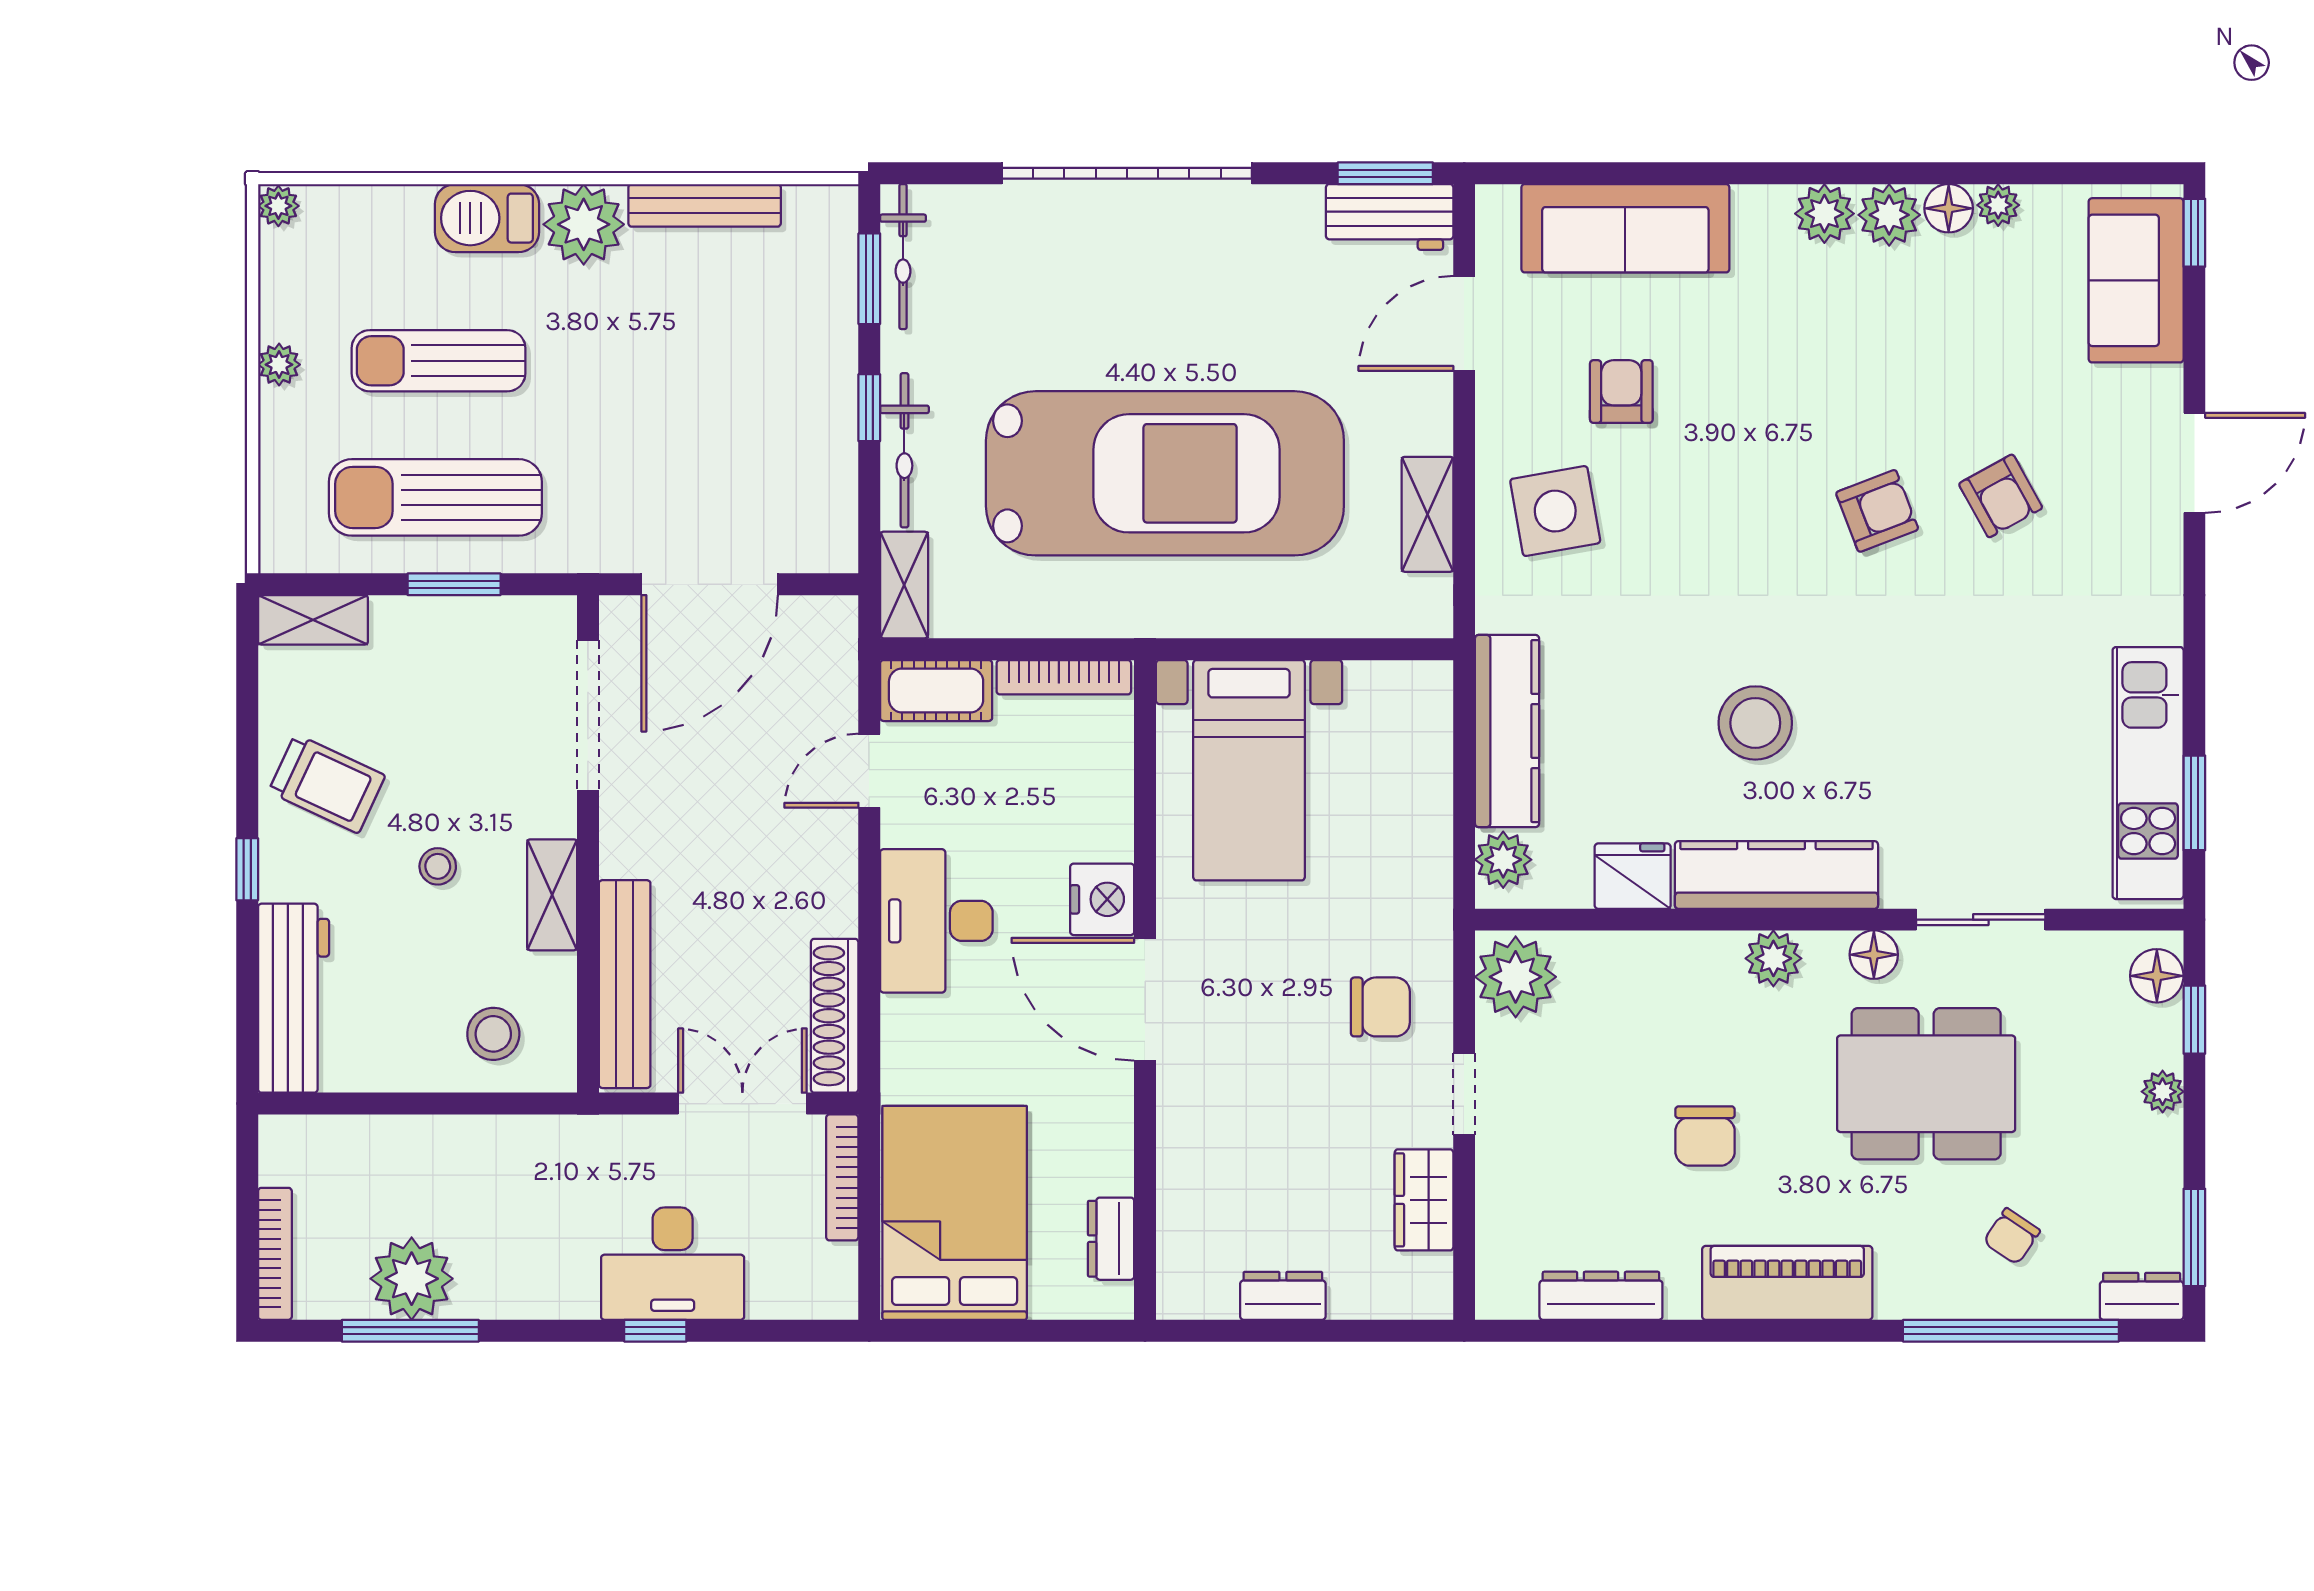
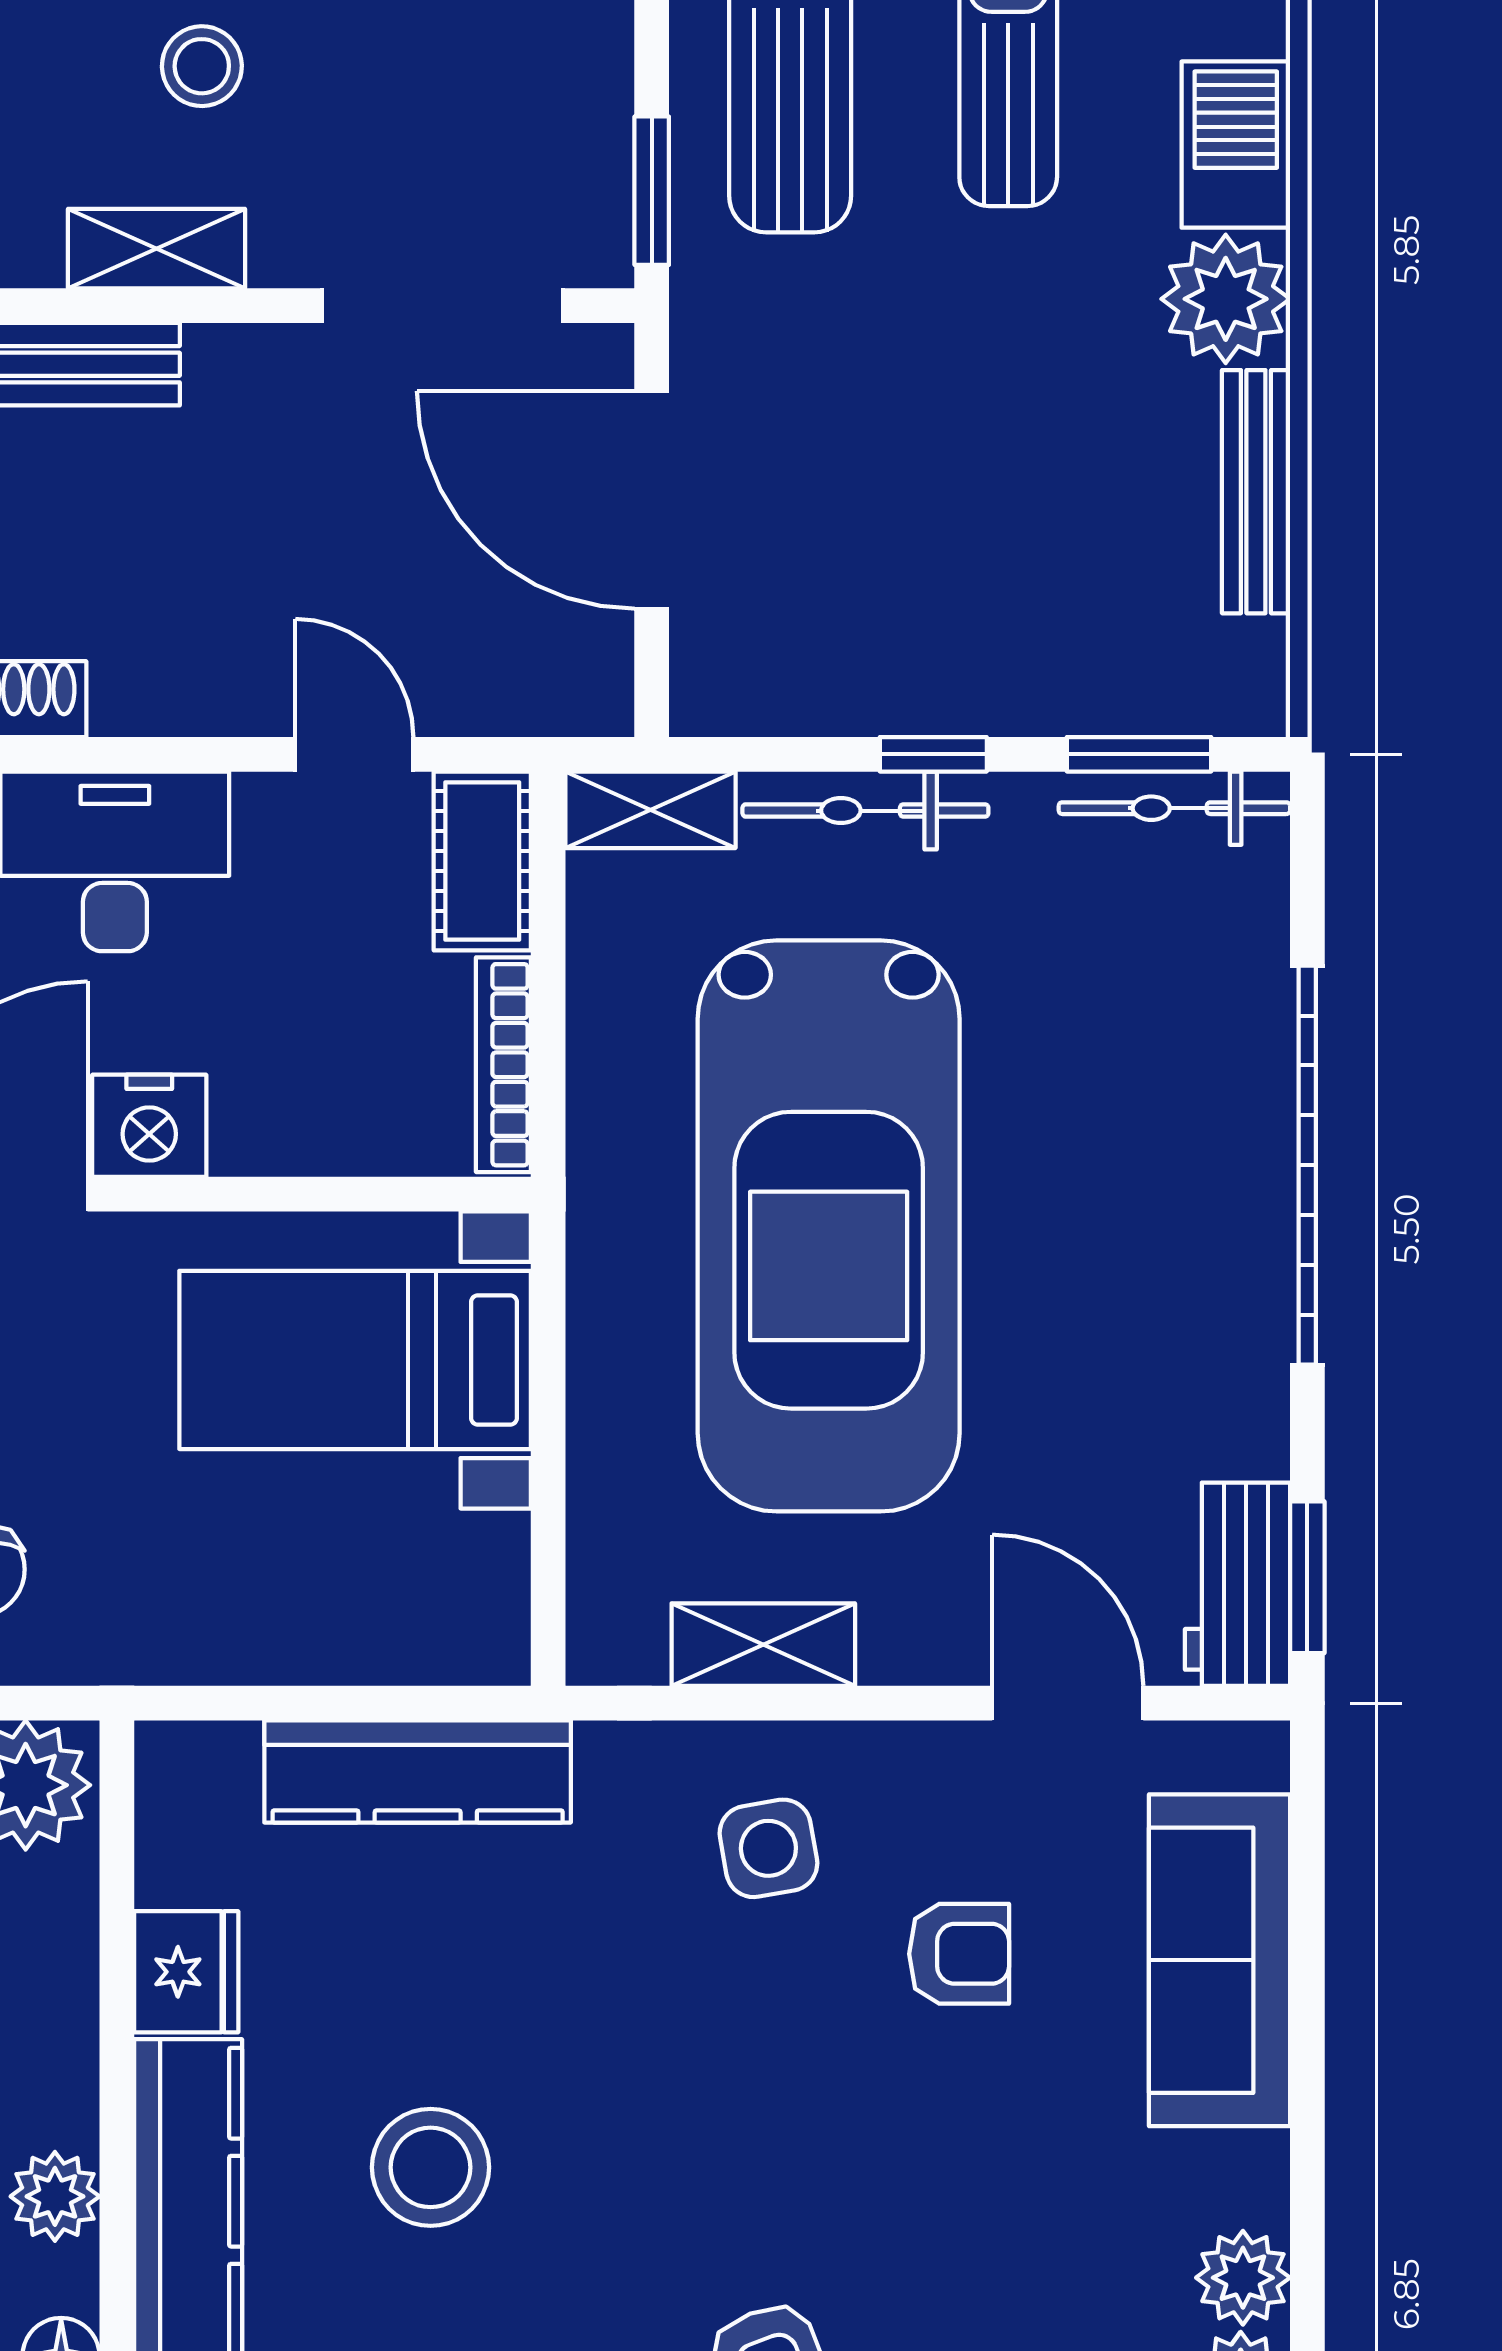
side table: (1555, 511) -> (768, 1848), width x0.73, depth x0.73
window: (454, 584) -> (652, 191), moved
plant: (1503, 860) -> (212, 1765), removed
stool: (438, 866) -> (202, 66), width x1.37, depth x1.37

